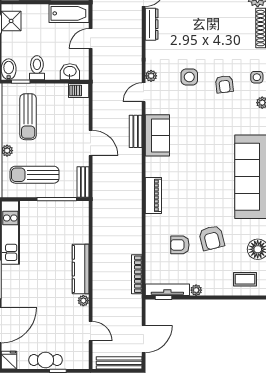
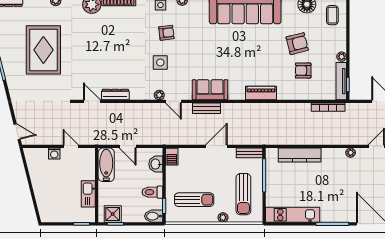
armchair: (180, 245) -> (303, 71), turned 90
kitchen counter: (81, 269) -> (300, 155), moved

